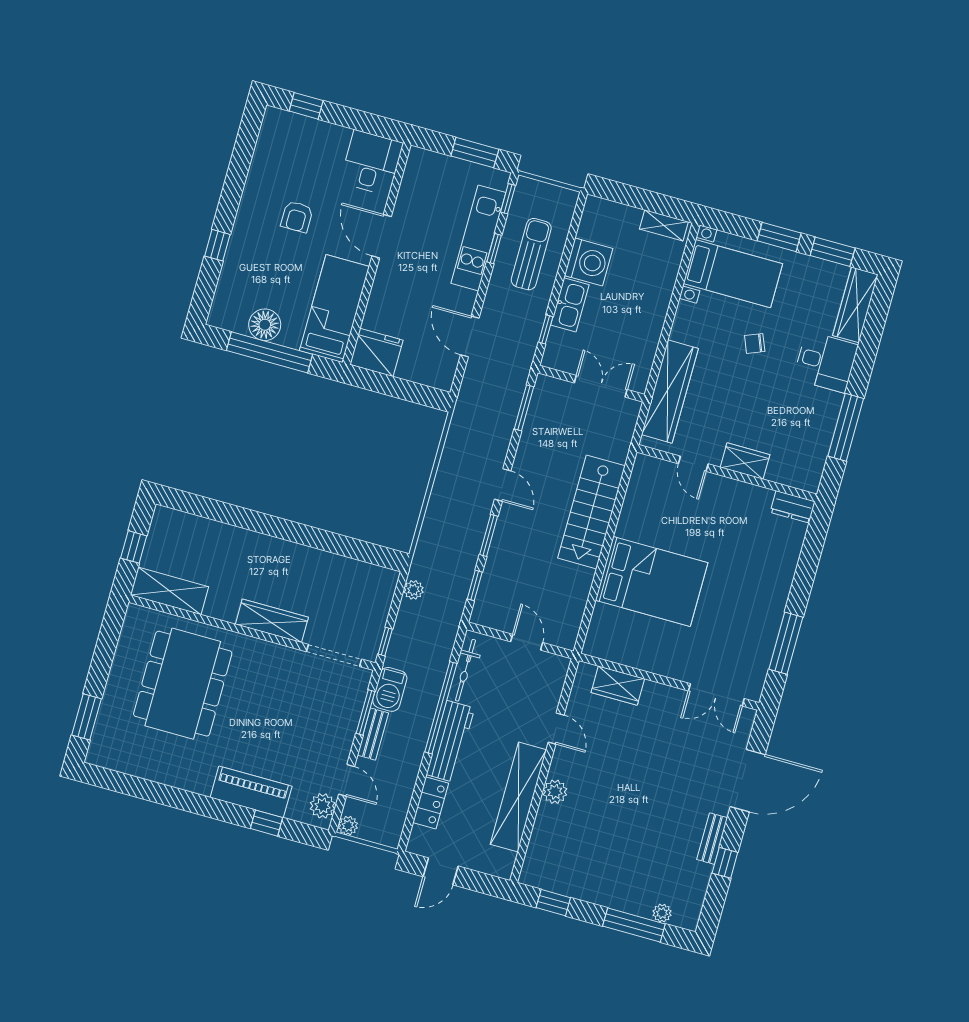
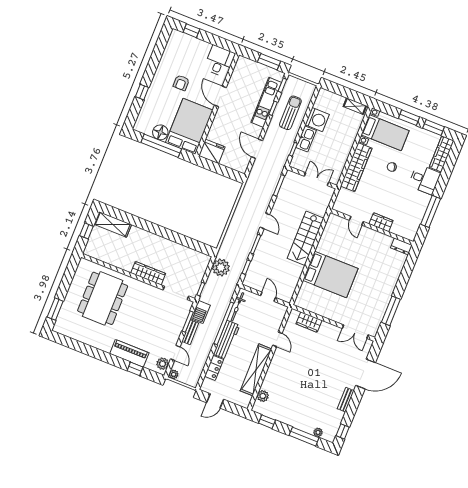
bed: (334, 309) -> (189, 126), width x1.50
wardrobe: (670, 392) -> (356, 167), moved
plant: (413, 590) -> (221, 268), width x1.88, depth x1.88
shelving: (169, 591) -> (113, 224), moved
plant: (555, 792) -> (263, 396), moved
window: (725, 863) -> (343, 431), moved

